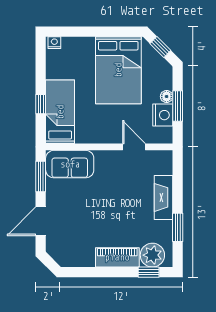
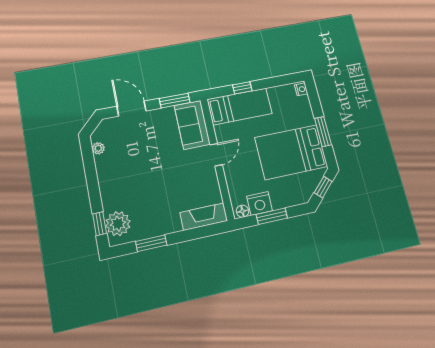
window: (104, 32) -> (323, 132), added
floor lamp: (167, 96) -> (242, 211), moved
door: (134, 147) -> (216, 155), moved
fireplace: (164, 197) -> (204, 217), moved
piano: (117, 257) -> (109, 189), removed
plant: (75, 261) -> (98, 148), added

